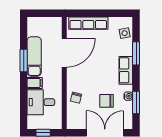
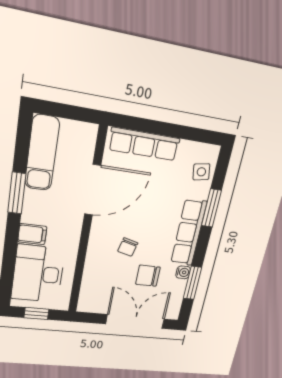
exam couch: (34, 56) -> (42, 153), moved
row of seats: (126, 70) -> (189, 233), width x1.48
chair: (76, 98) -> (128, 247), moved
desk: (41, 102) -> (38, 274), width x1.37

